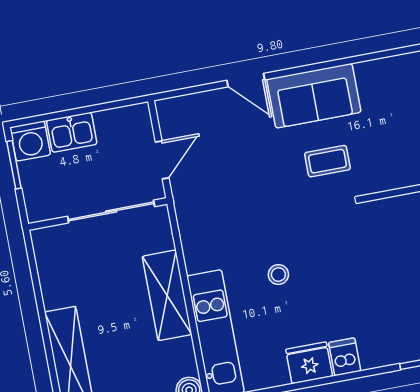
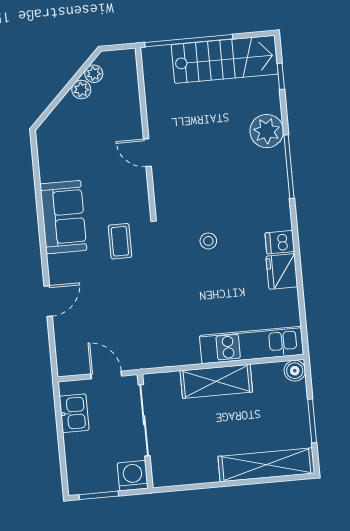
sofa: (314, 96) -> (63, 217), moved
kitchen sink: (72, 132) -> (74, 413), moved
washing machine: (30, 141) -> (133, 476), moved, turned -90
stool: (278, 275) -> (208, 241), moved

